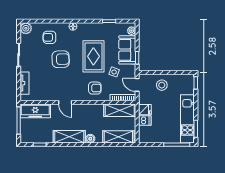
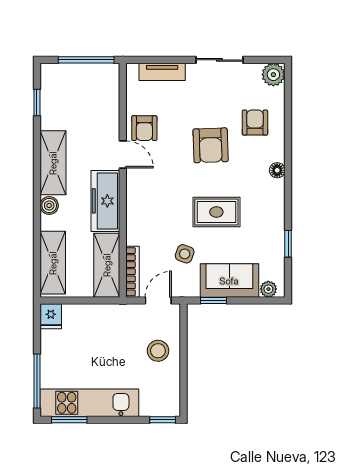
rug: (93, 56) -> (216, 212), width x0.73, depth x0.70
armchair: (95, 88) -> (144, 128), moved
door: (65, 102) -> (123, 154), swing flipped
fridge: (145, 110) -> (51, 316), moved
freezer: (35, 111) -> (105, 201), moved
dishwasher: (145, 121) -> (86, 316), removed

